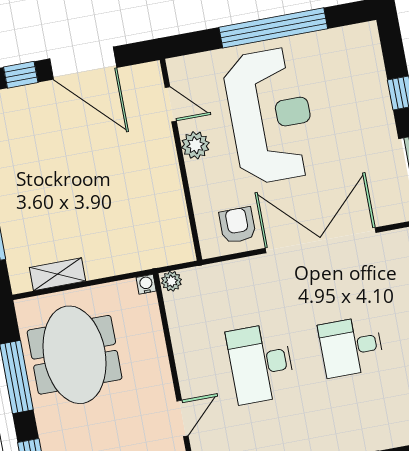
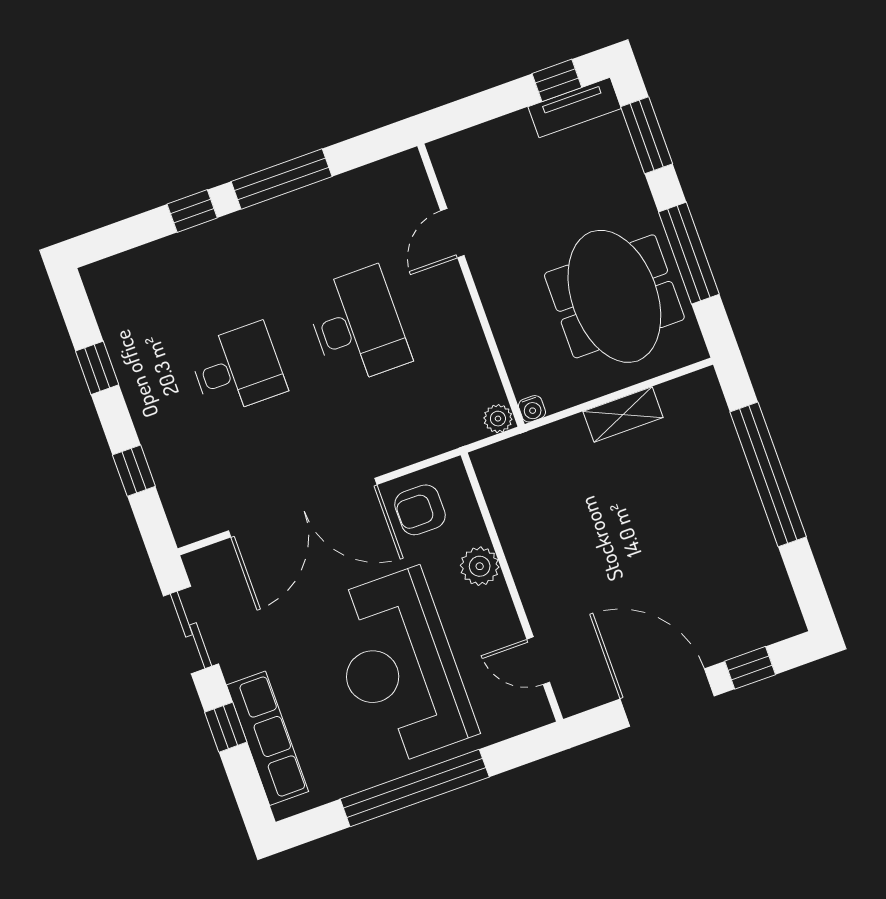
row of seats: (372, 80) -> (268, 738), added
plant: (195, 145) -> (480, 566), moved
armchair: (237, 225) -> (420, 510), turned 90
shelving: (57, 274) -> (623, 414), moved

